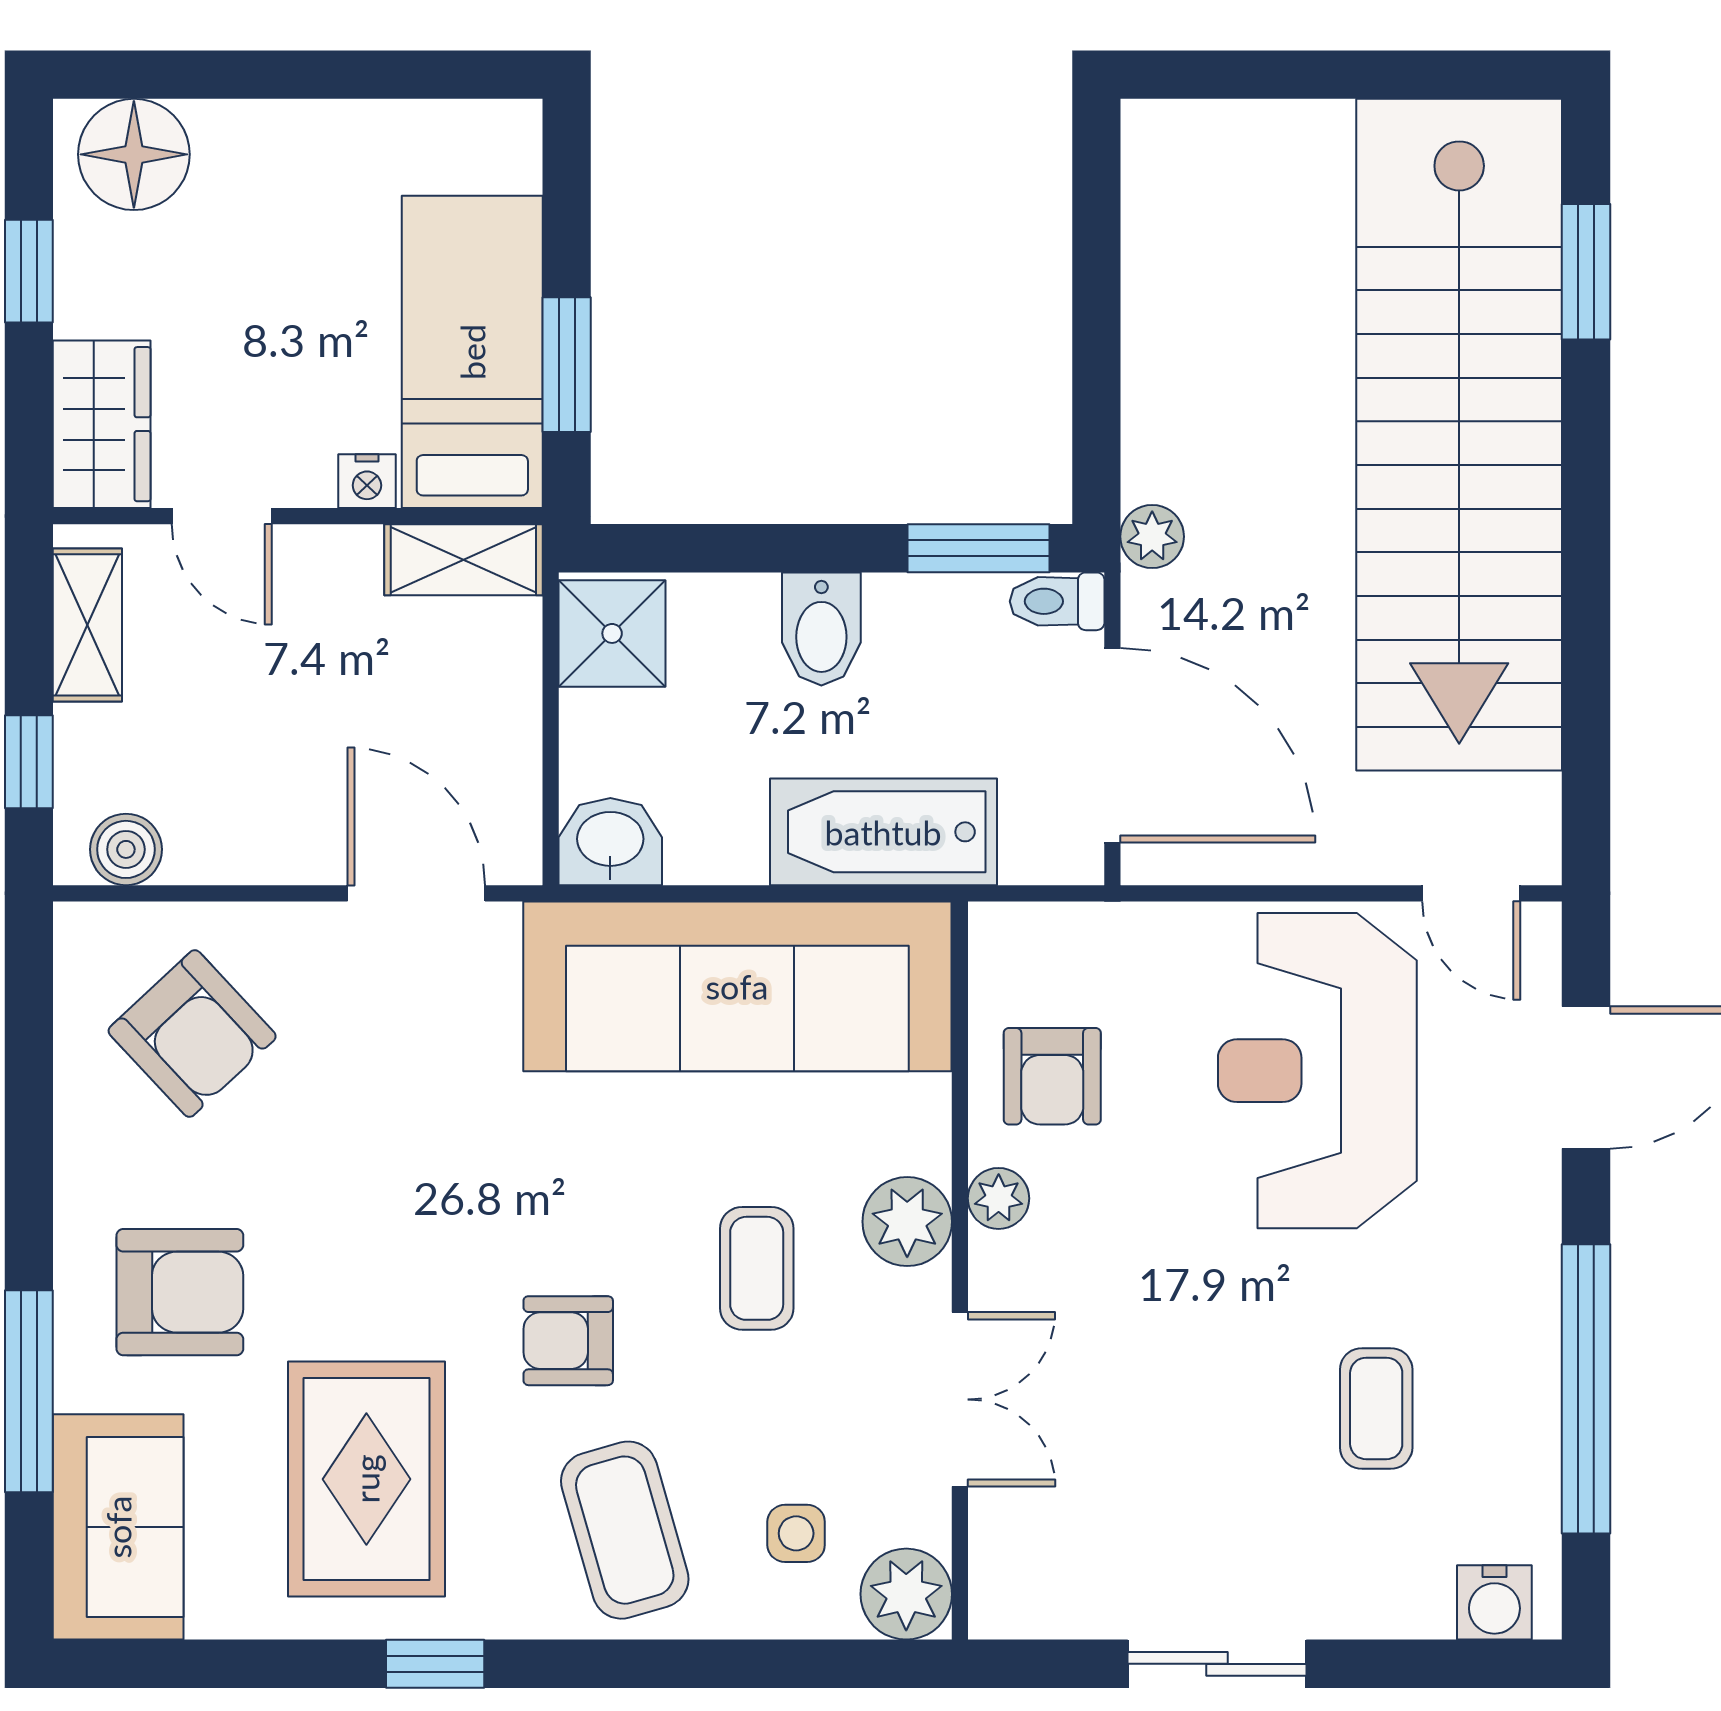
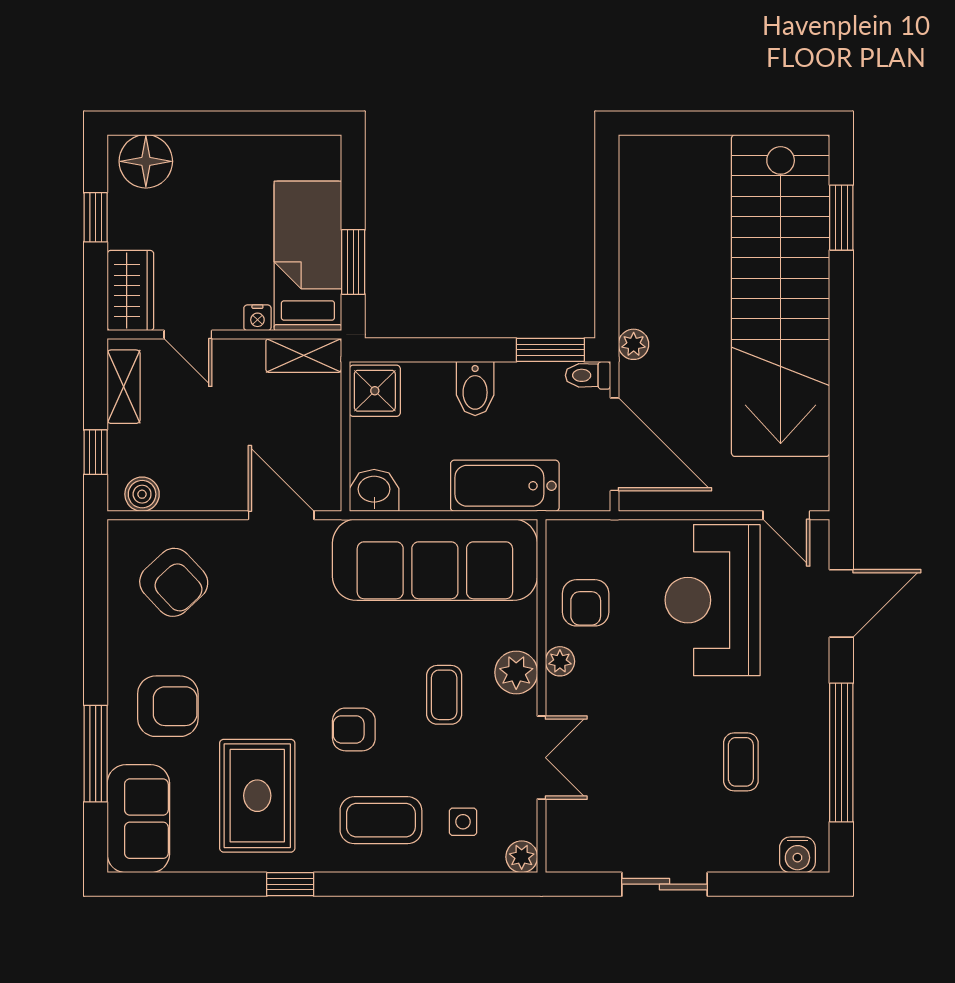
coffee table: (625, 1530) -> (381, 820), turned -74
plant: (906, 1594) -> (522, 857), width x0.73, depth x0.73

